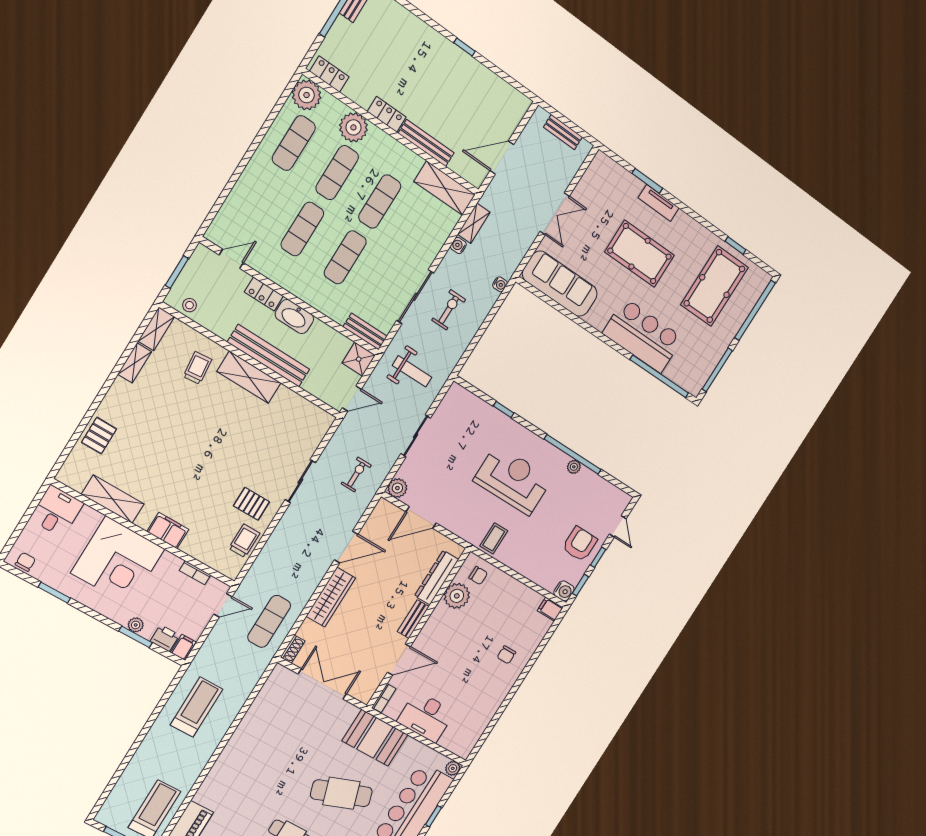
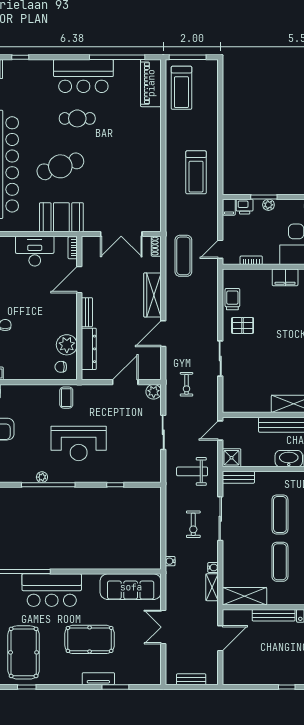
trolley: (244, 541) -> (232, 299), turned 180

